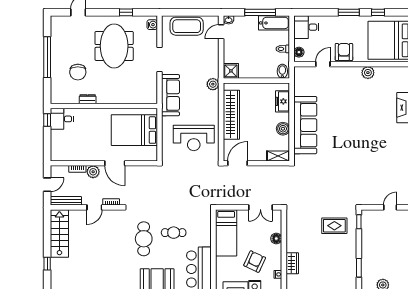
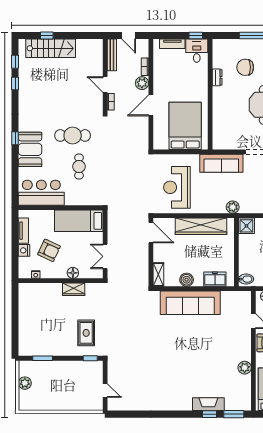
tv unit: (55, 142) -> (172, 44), added
stairs: (59, 233) -> (51, 48), moved
wardrobe: (292, 263) -> (74, 289), moved

